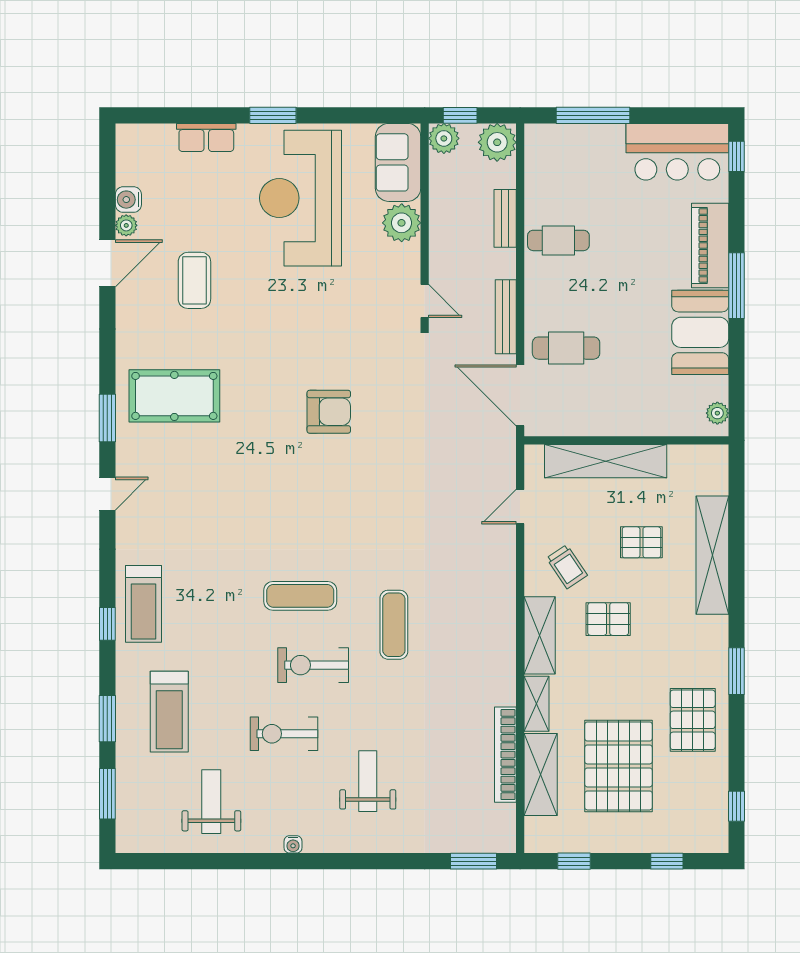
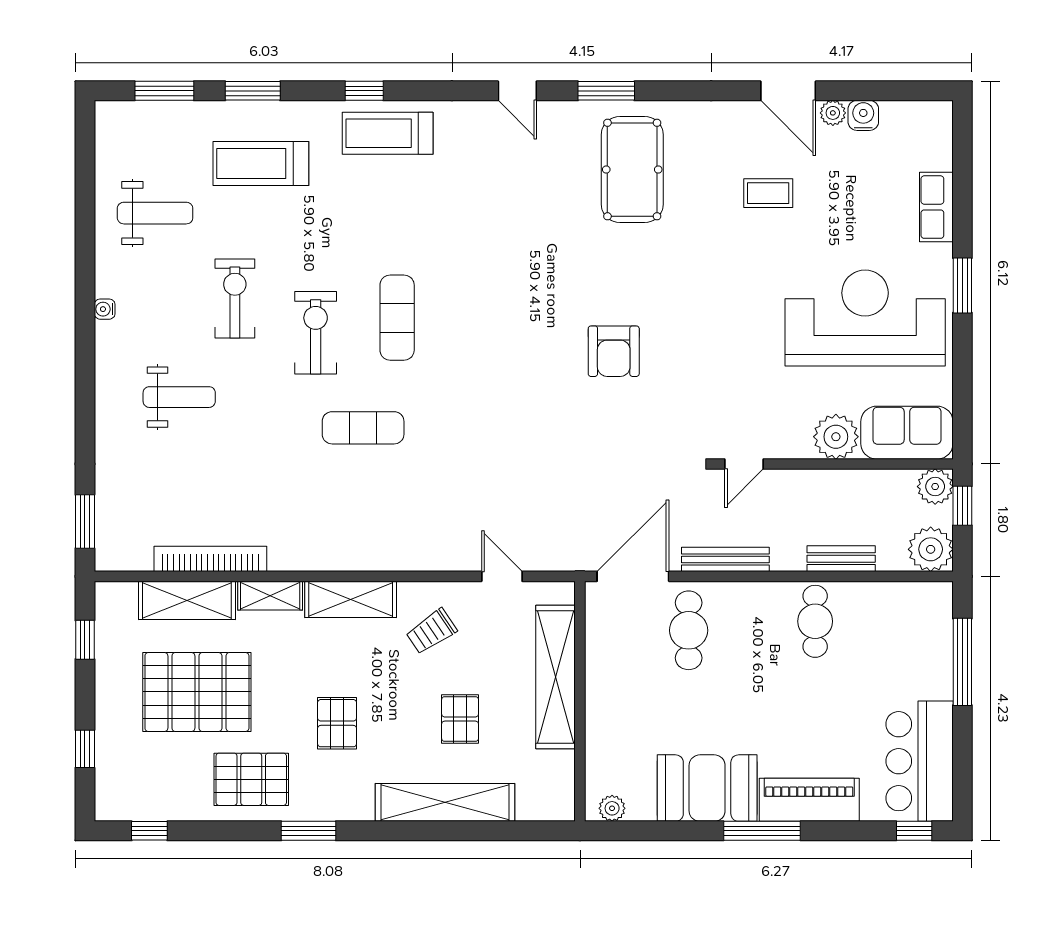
coffee table: (194, 280) -> (768, 193), width x0.73, depth x0.77
pallet: (608, 619) -> (337, 723), moved

